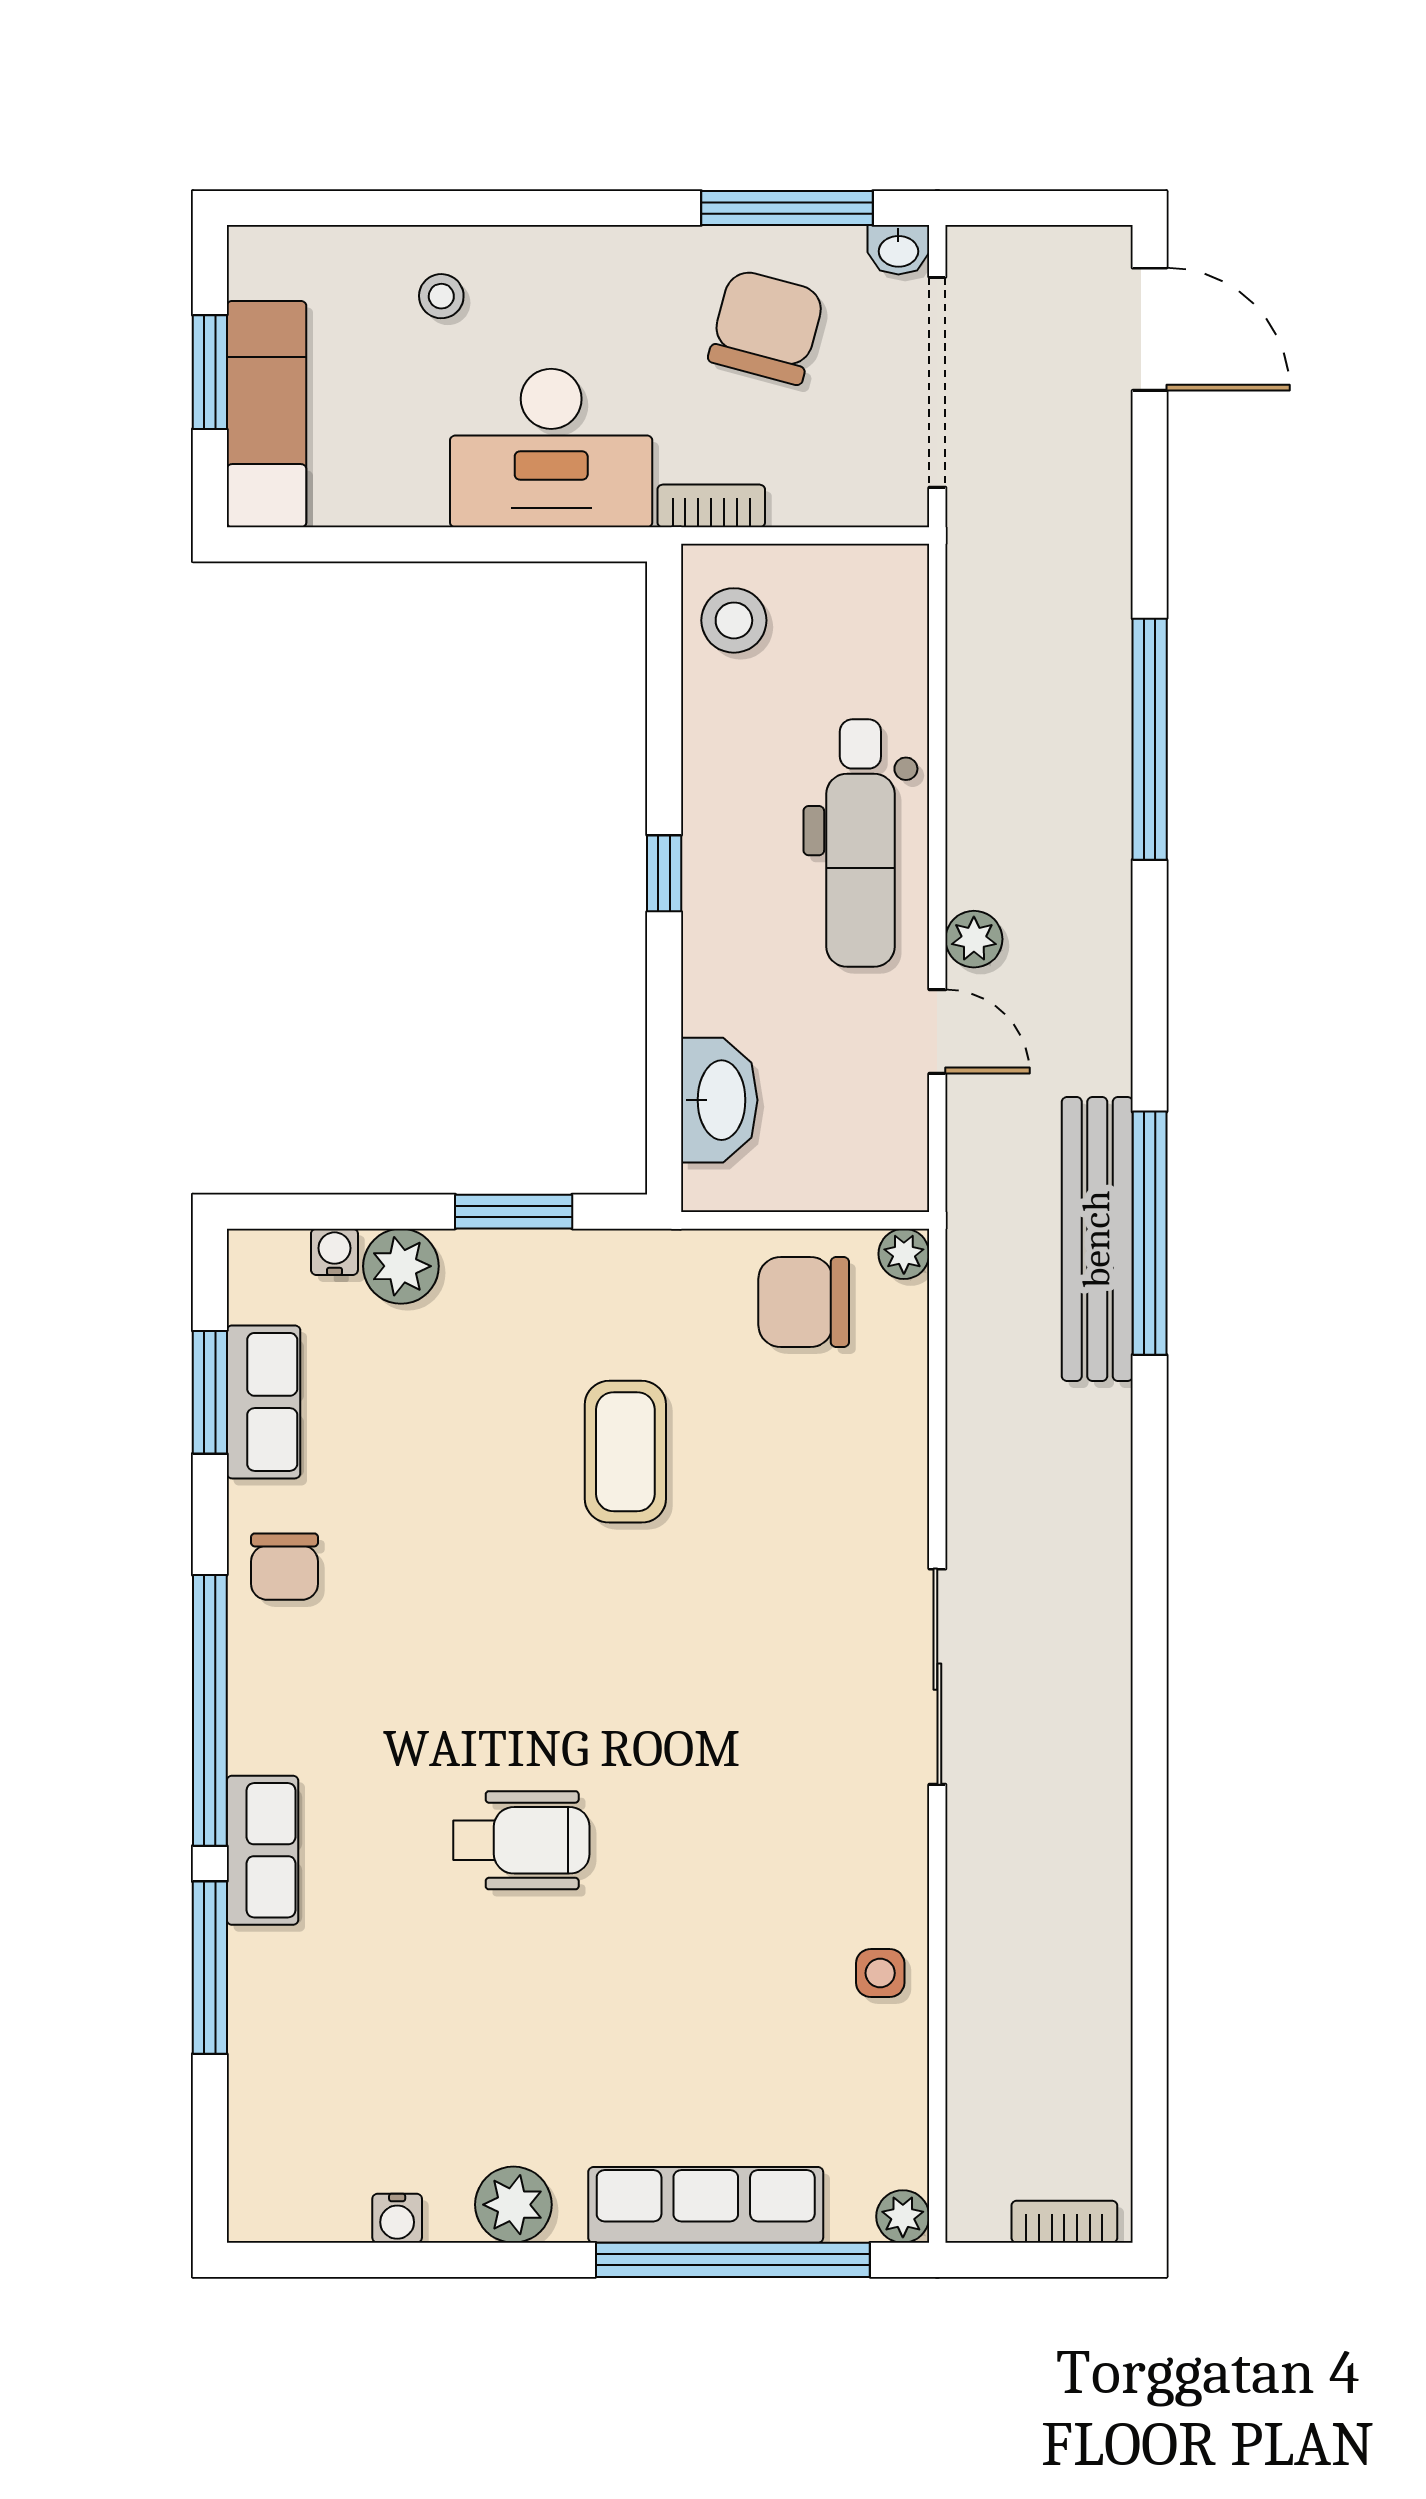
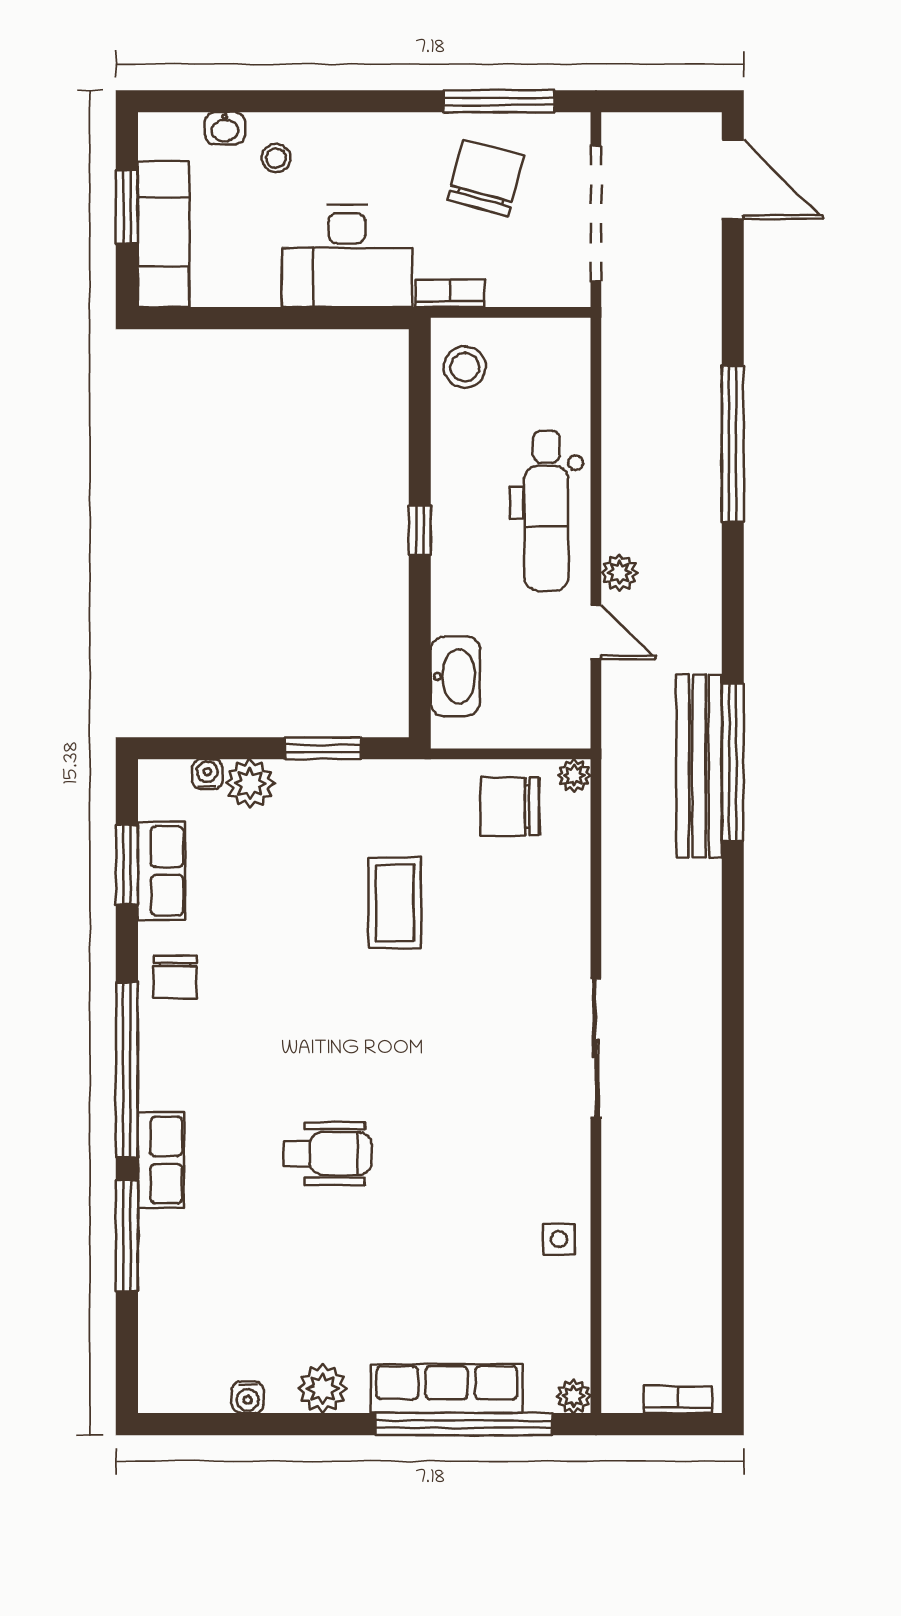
washbasin: (898, 250) -> (225, 128), moved

